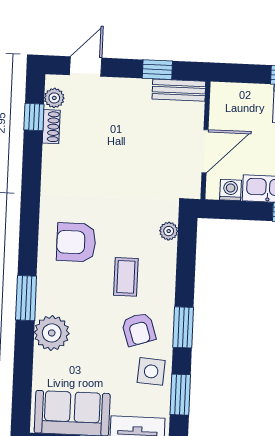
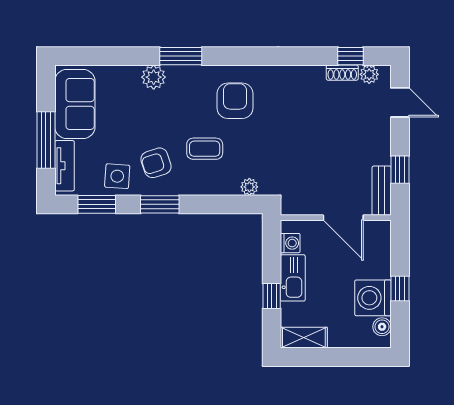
door: (205, 151) -> (343, 218), moved
plant: (52, 333) -> (154, 77), width x0.73, depth x0.73

